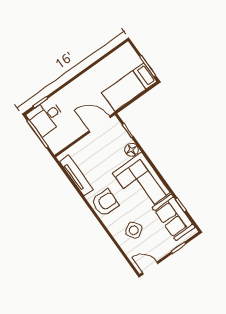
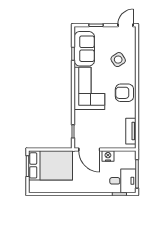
bed: (129, 87) -> (51, 165), width x1.50
nightstand: (77, 131) -> (108, 156), added
floor lamp: (132, 150) -> (80, 116), removed
tv unit: (76, 175) -> (131, 131), width x0.71
door: (150, 268) -> (126, 25), swing flipped

